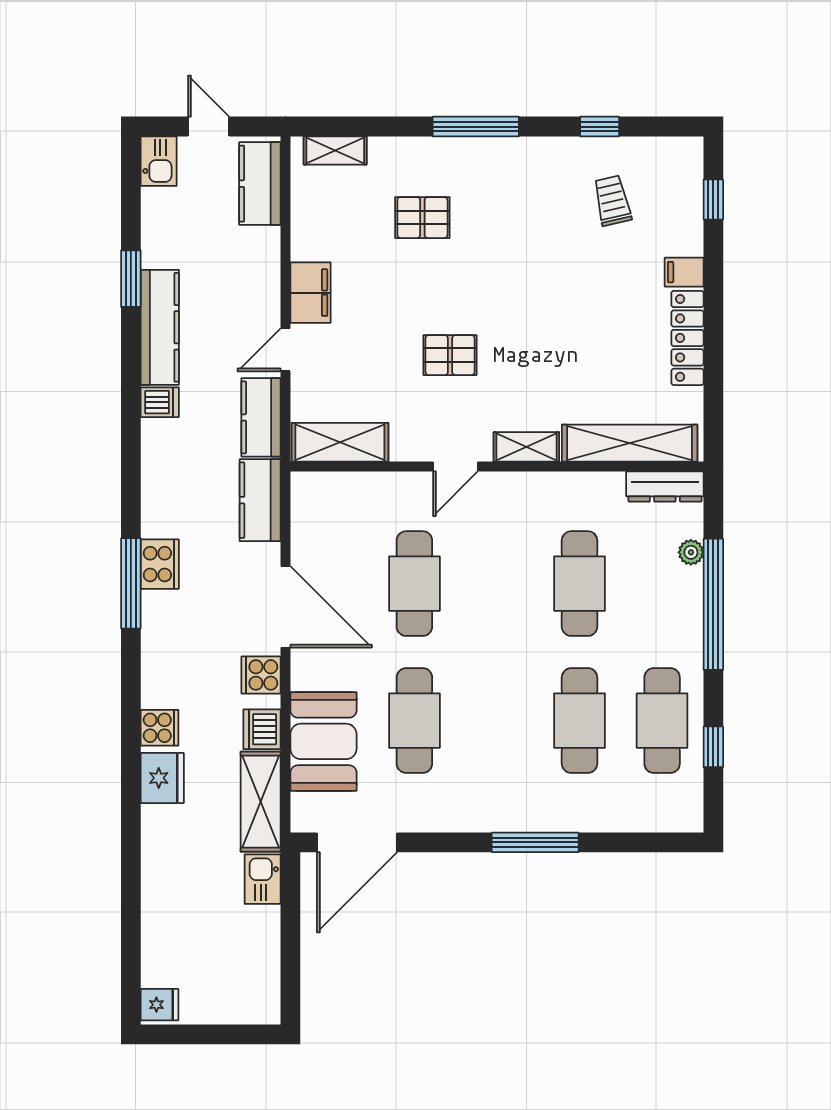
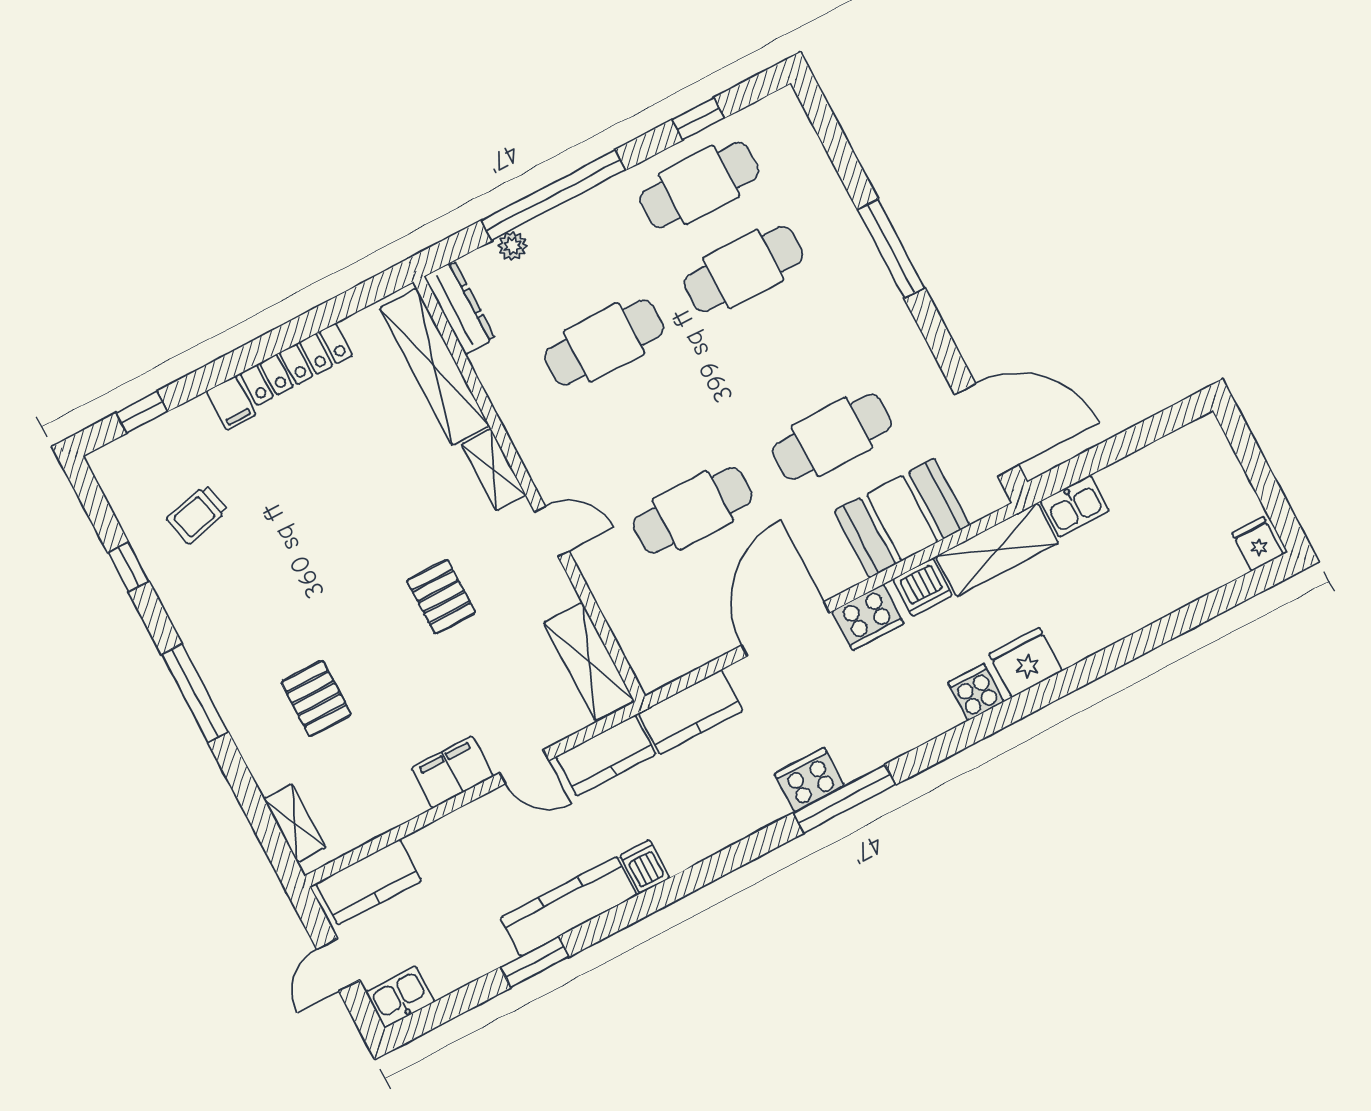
cooker: (261, 675) -> (868, 617), width x1.36

